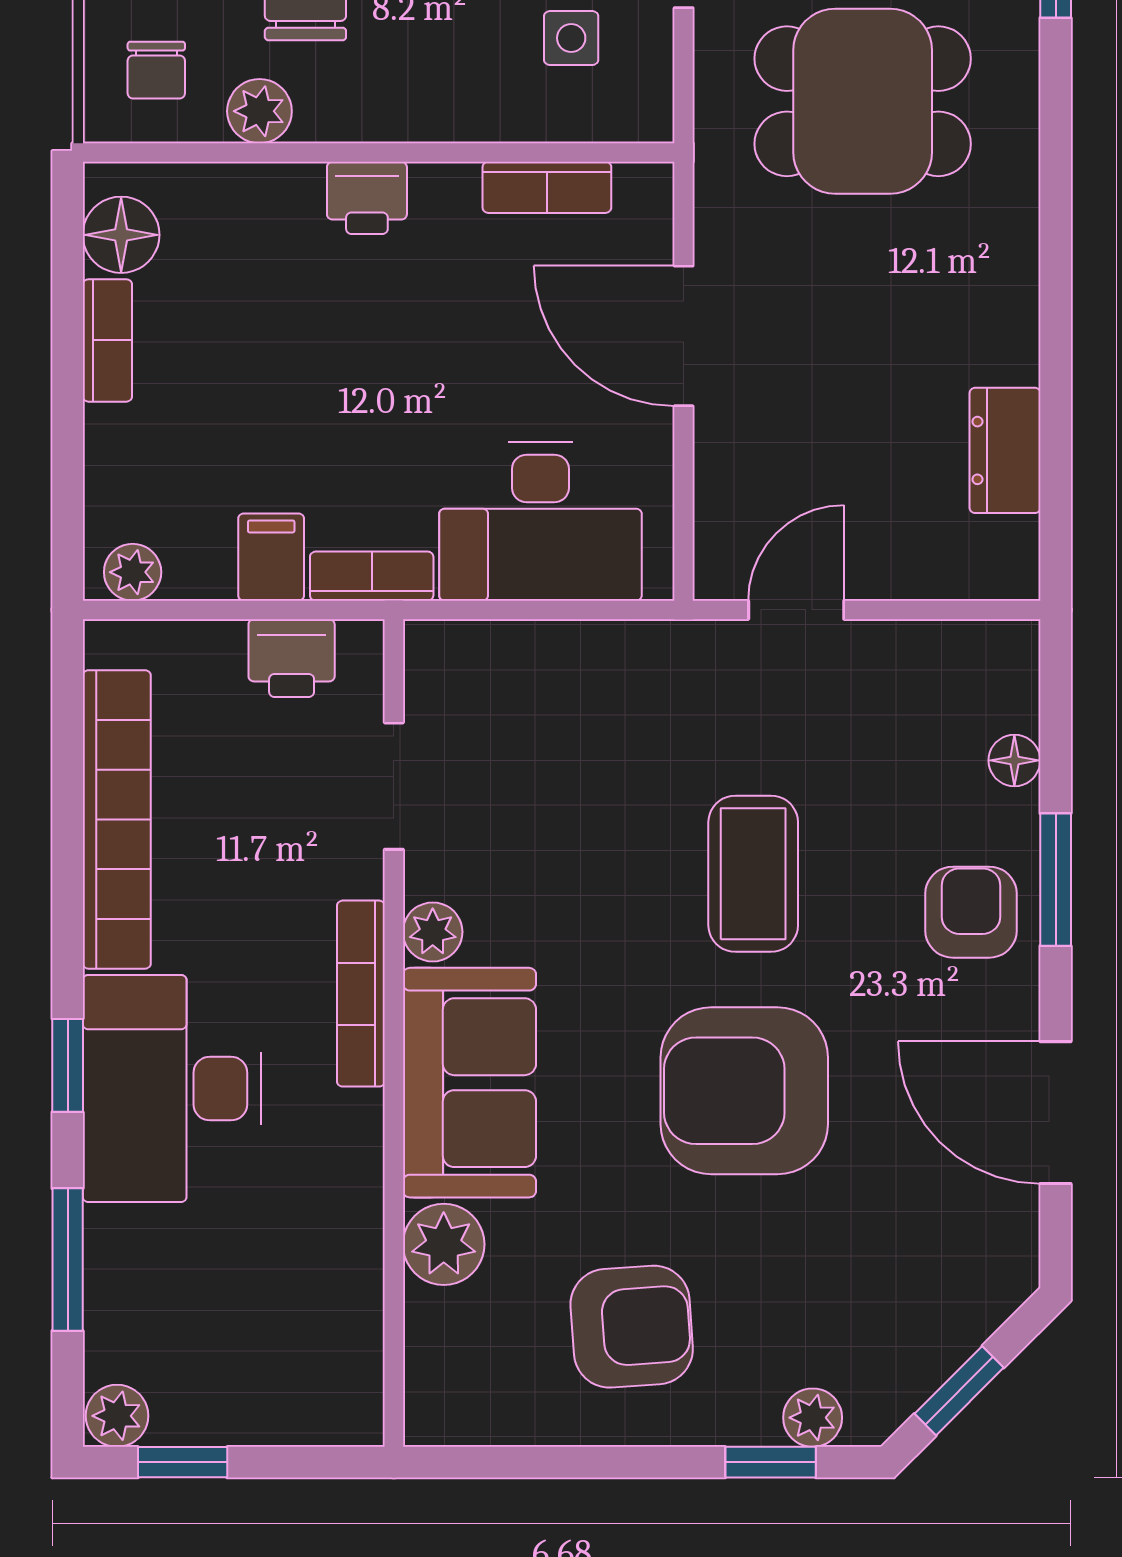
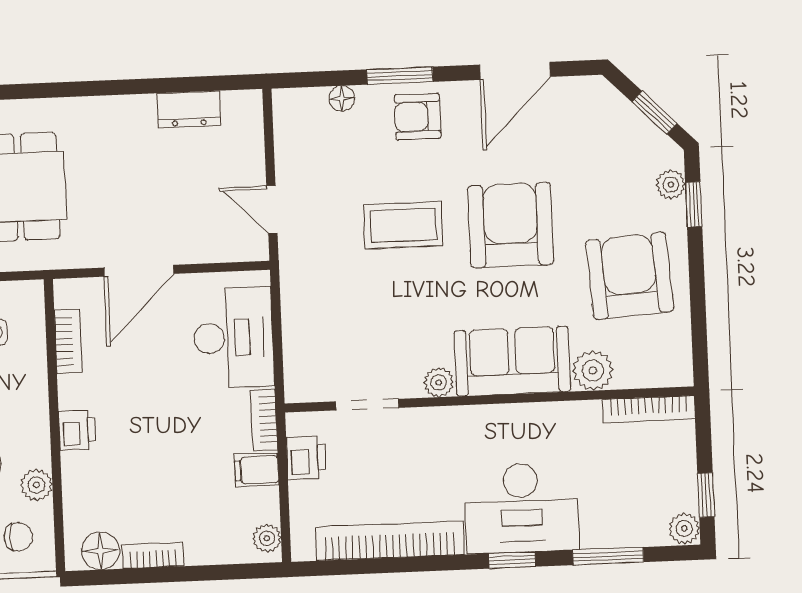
bookcase: (361, 994) -> (649, 409), moved
armchair: (744, 1091) -> (511, 225), turned 180
armchair: (632, 1327) -> (630, 276), width x1.36, depth x1.36

